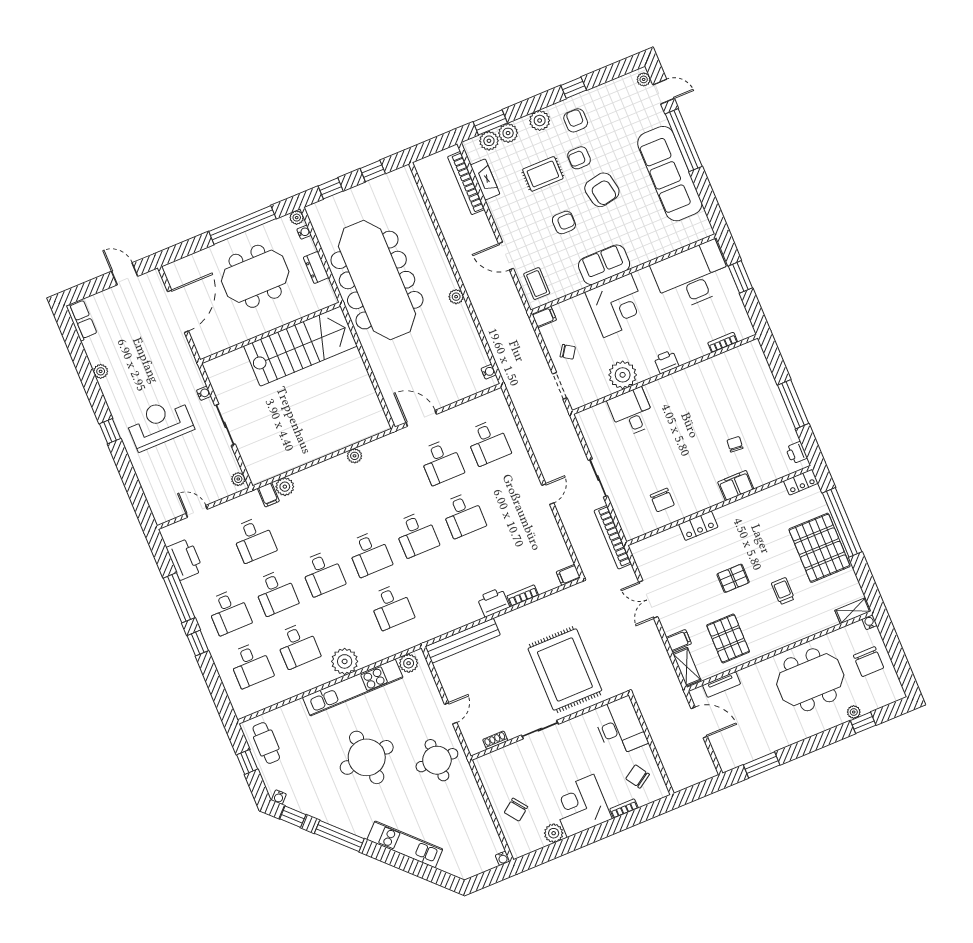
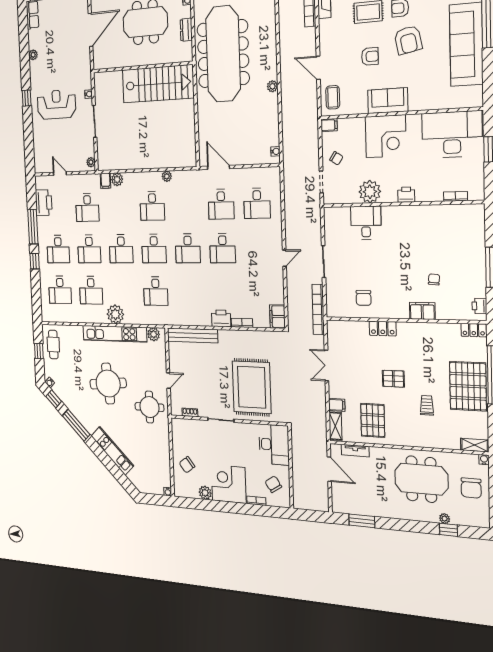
desk: (347, 501) -> (152, 206), added
filing cabinet: (568, 575) -> (277, 317), width x2.00

